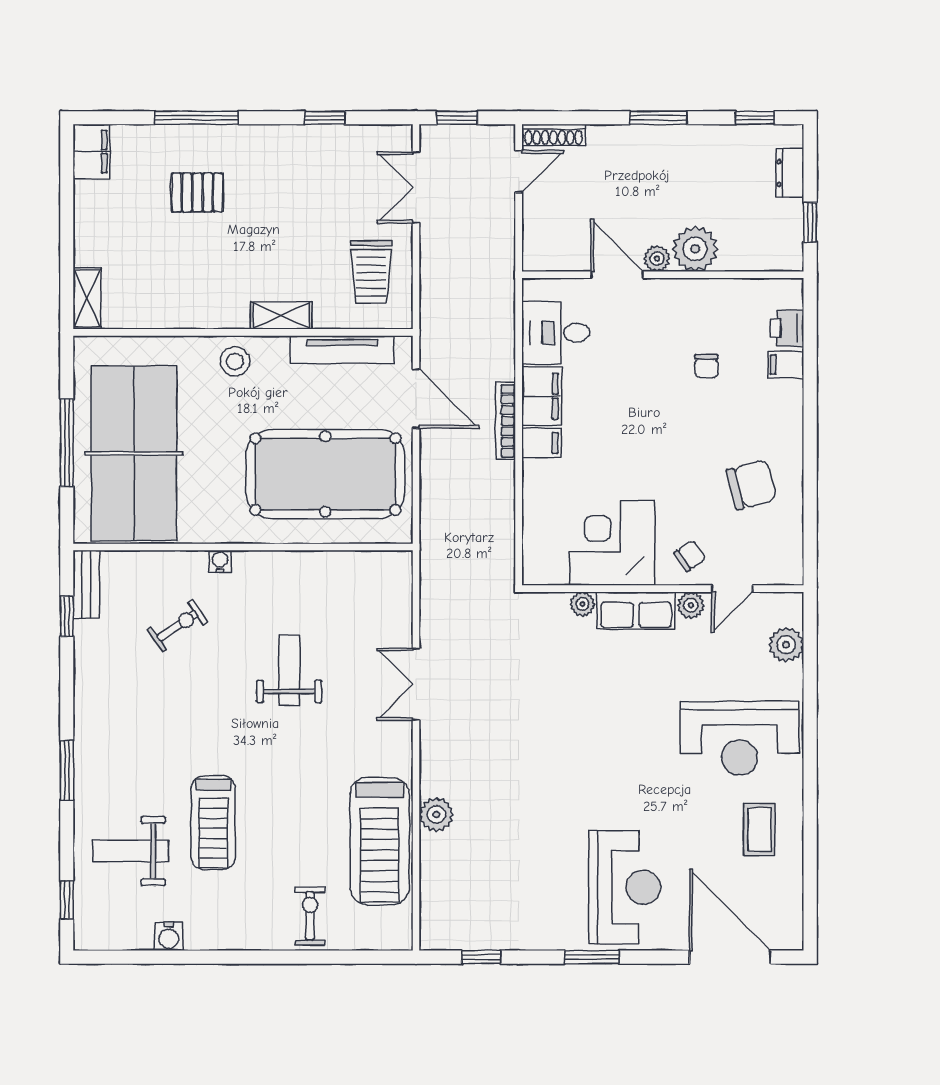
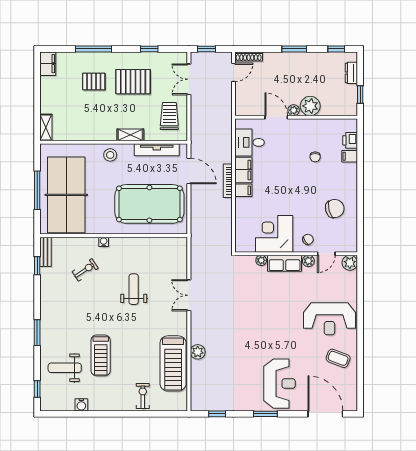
pallet: (288, 193) -> (133, 82), added
trolley: (371, 272) -> (169, 116), turned 180
plant: (786, 645) -> (350, 263), moved
coffee table: (759, 829) -> (338, 358), turned -69

